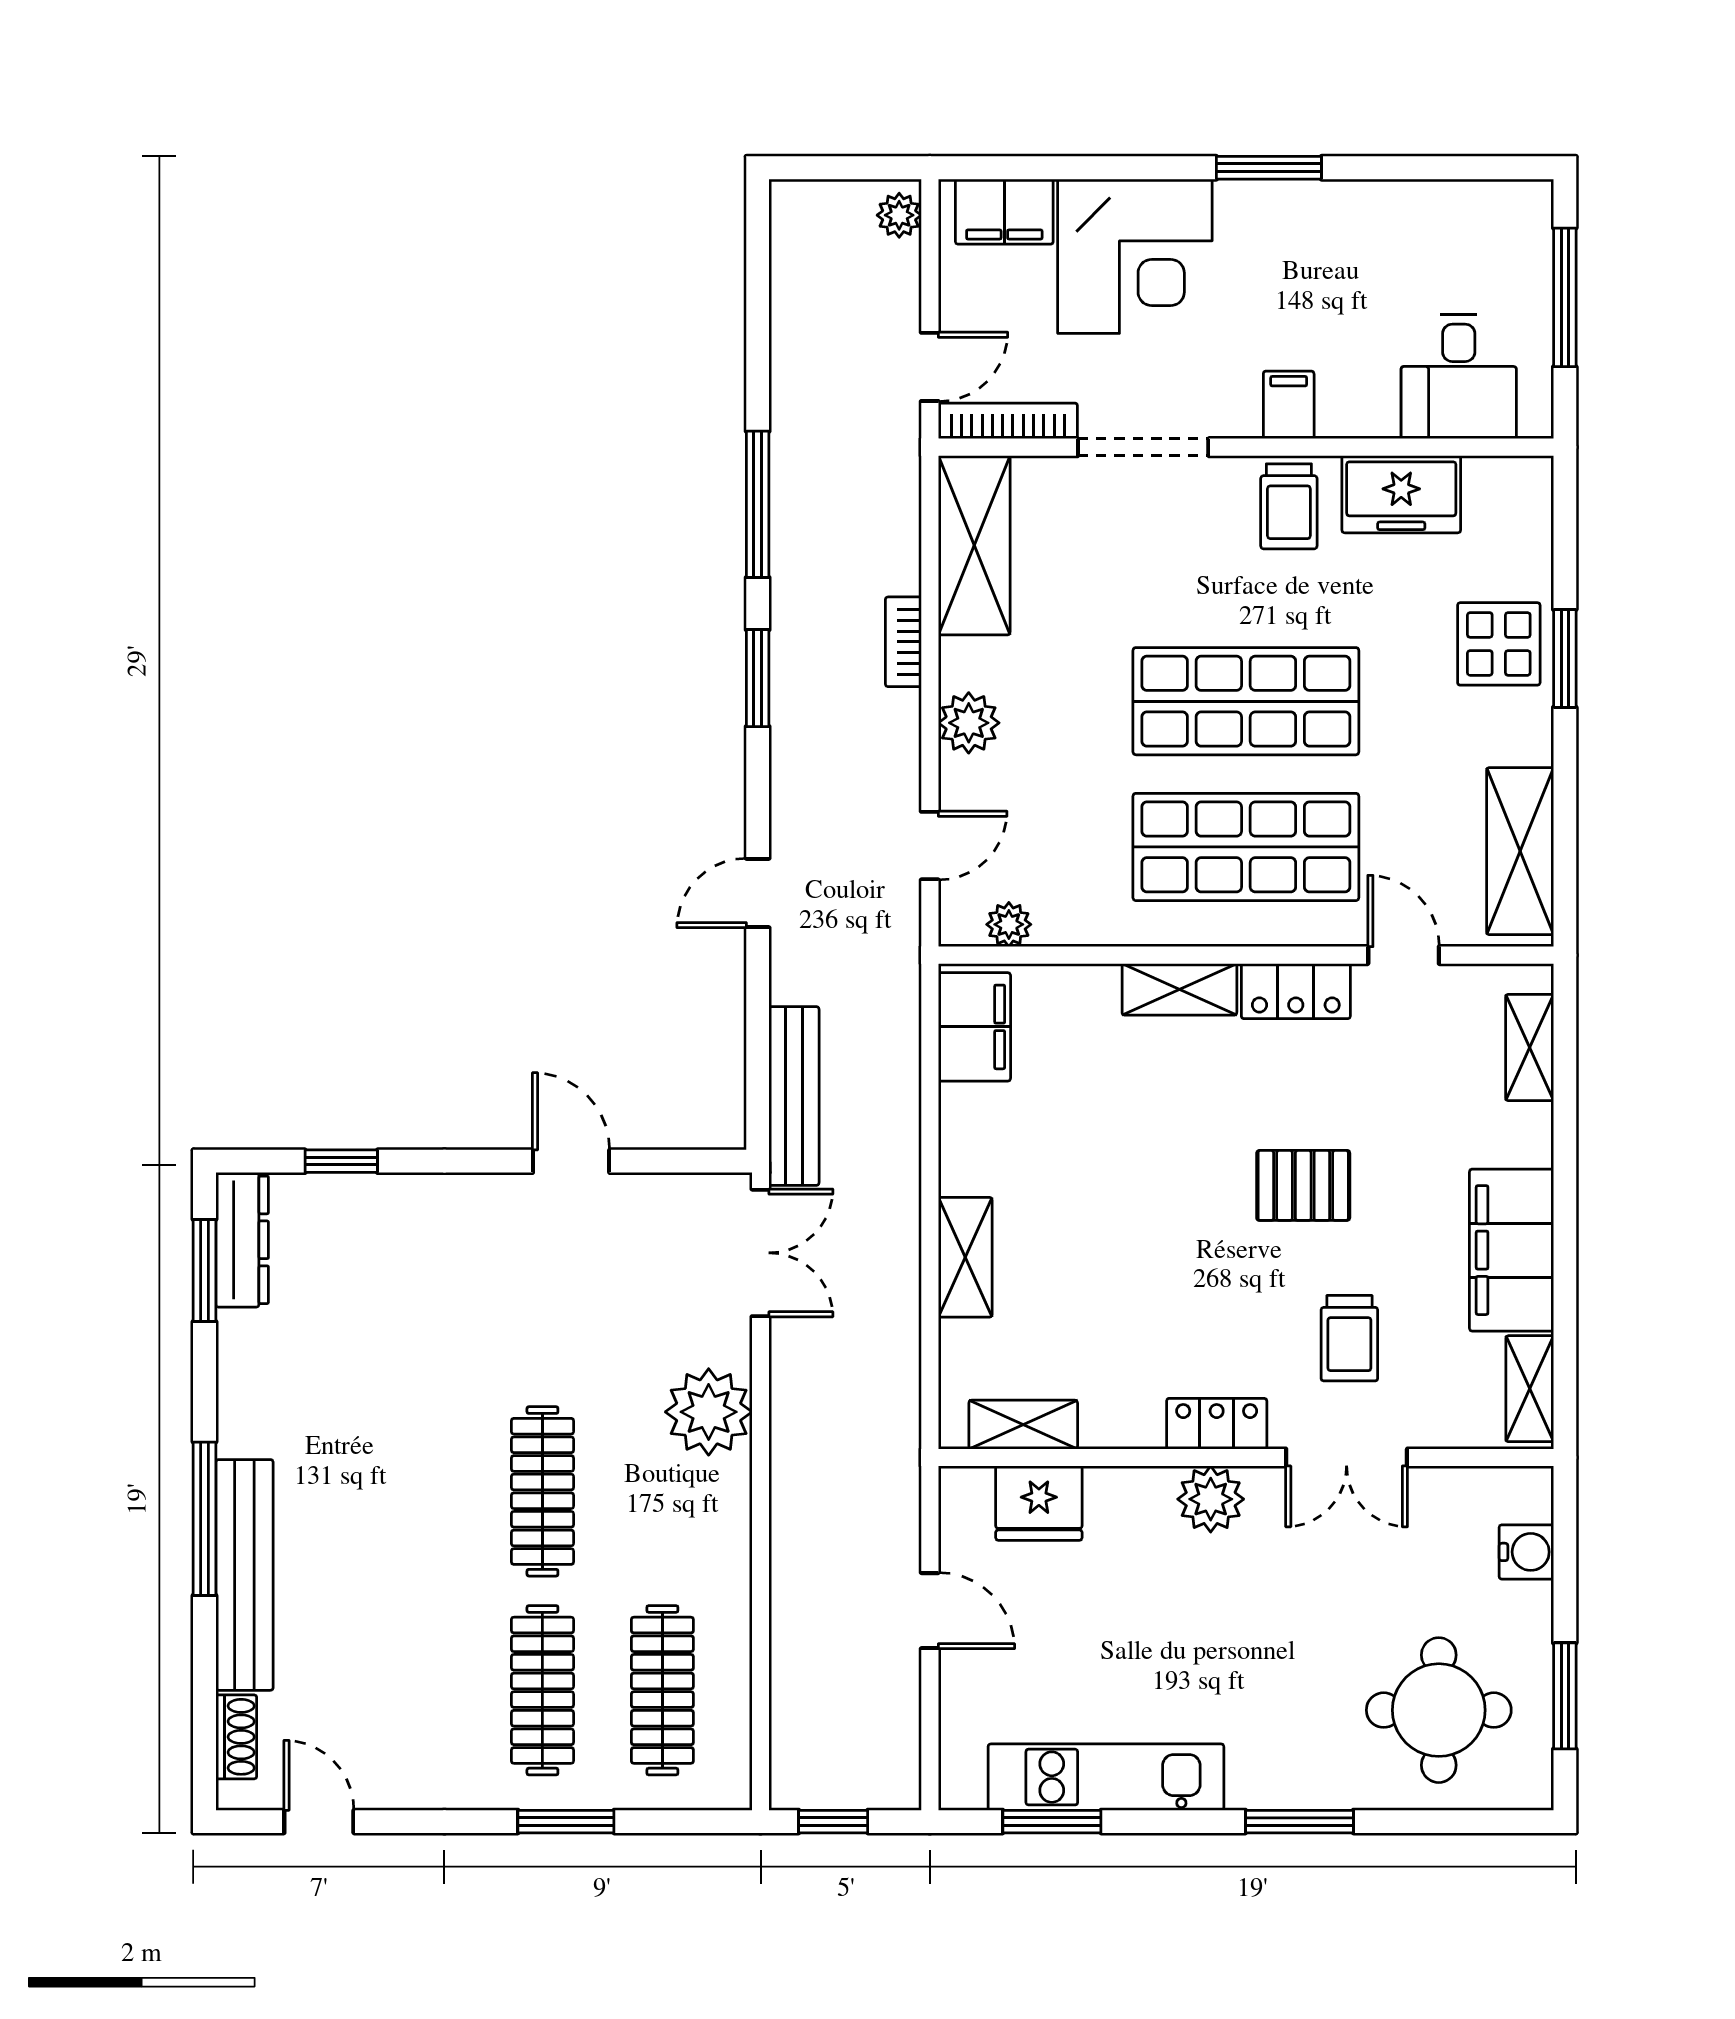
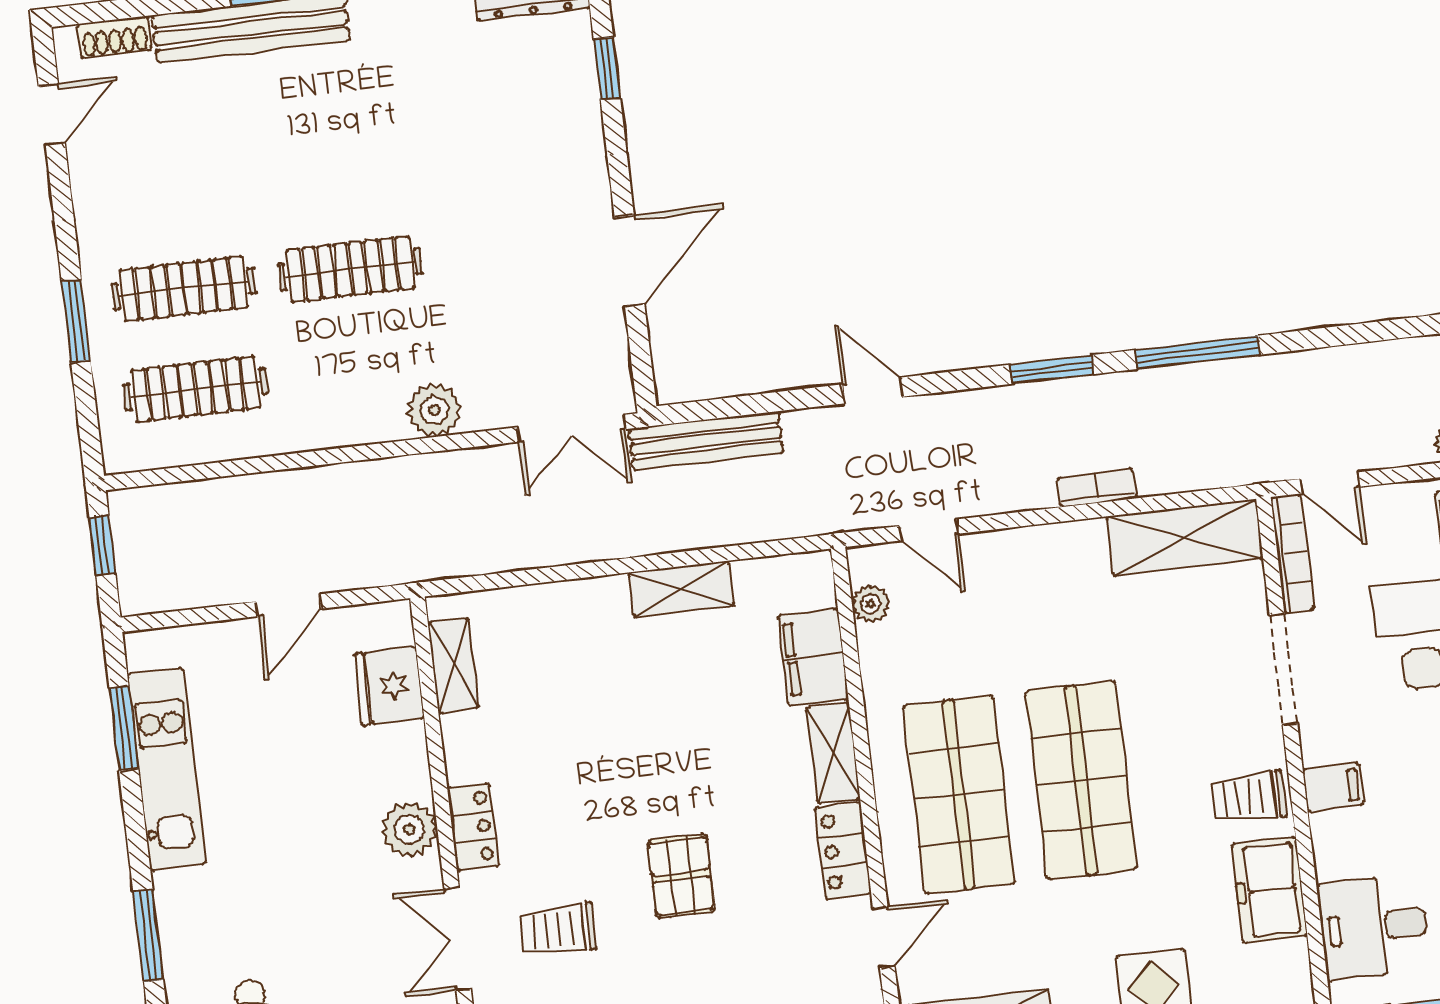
plant: (969, 723) -> (1036, 550), removed
filing cabinet: (974, 1027) -> (813, 657), moved, turned 90
door: (571, 1161) -> (629, 261), width x1.38
shelving: (965, 1257) -> (681, 589), moved
plant: (709, 1412) -> (434, 410), width x0.73, depth x0.73

